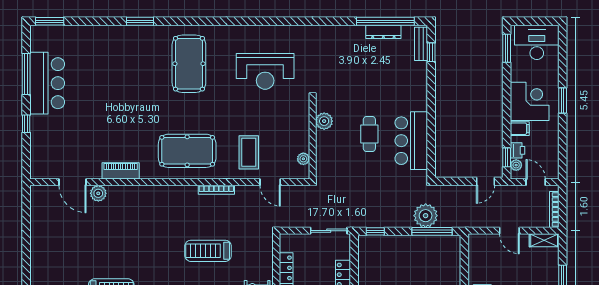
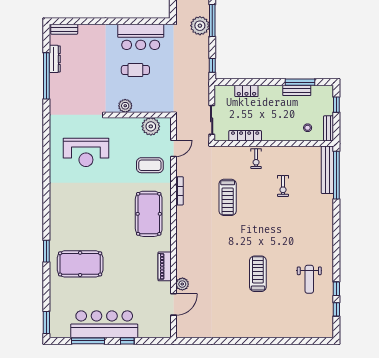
window: (385, 21) -> (46, 76), moved
window: (431, 52) -> (71, 21), removed
pool table: (189, 64) -> (80, 264), moved
reception desk: (265, 71) -> (86, 152), turned 90
bar counter: (47, 83) -> (104, 324), width x1.36
plant: (303, 159) -> (151, 126), width x1.88, depth x1.88
sliding door: (329, 231) -> (212, 120), moved

